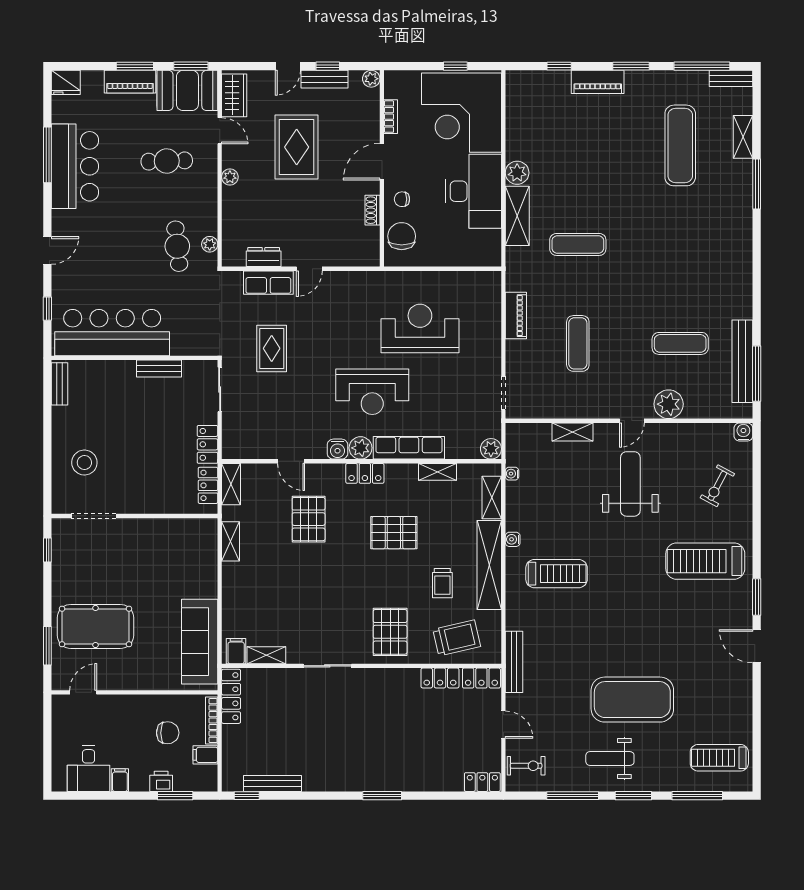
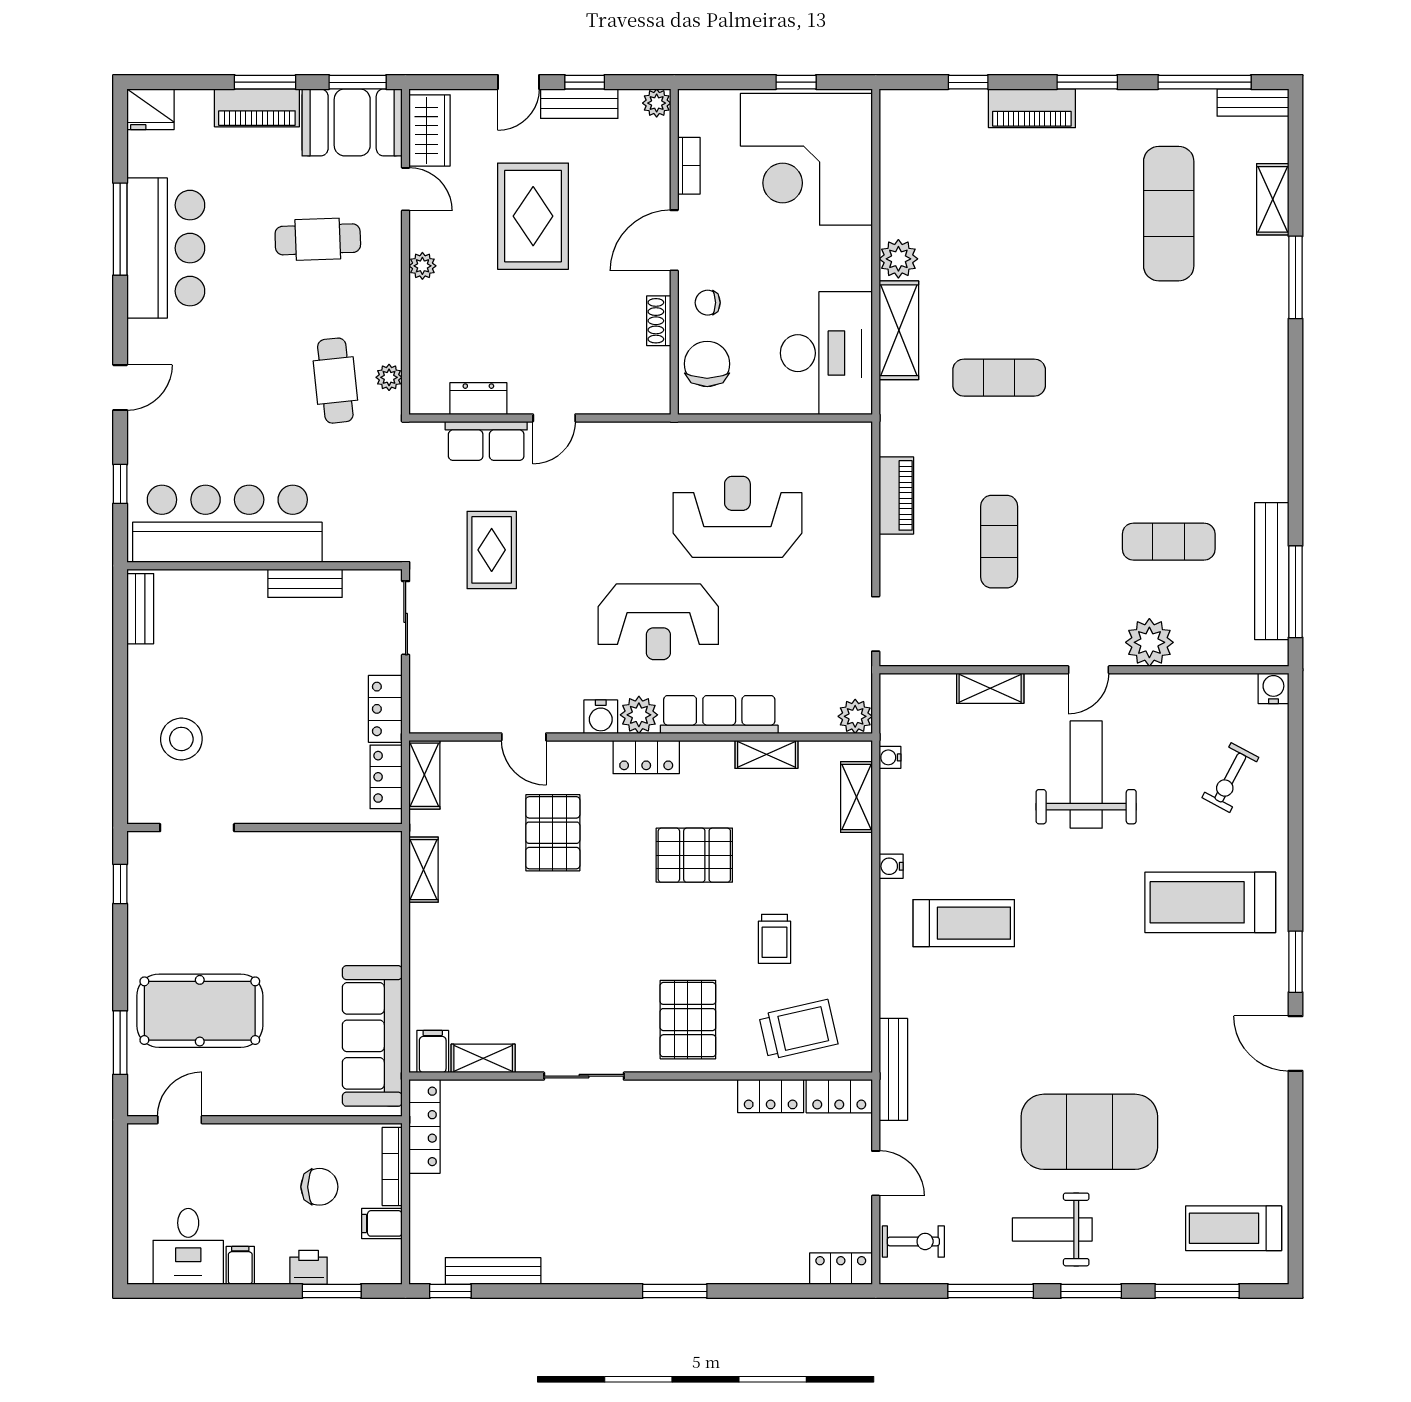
desk: (474, 191) -> (826, 353), moved
shelving: (489, 565) -> (852, 909), removed

